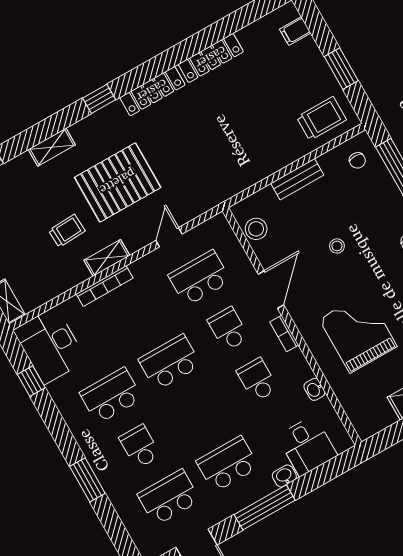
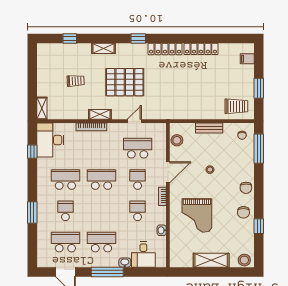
trolley: (67, 231) -> (76, 81), moved
grand piano: (358, 333) -> (197, 215), turned 180

